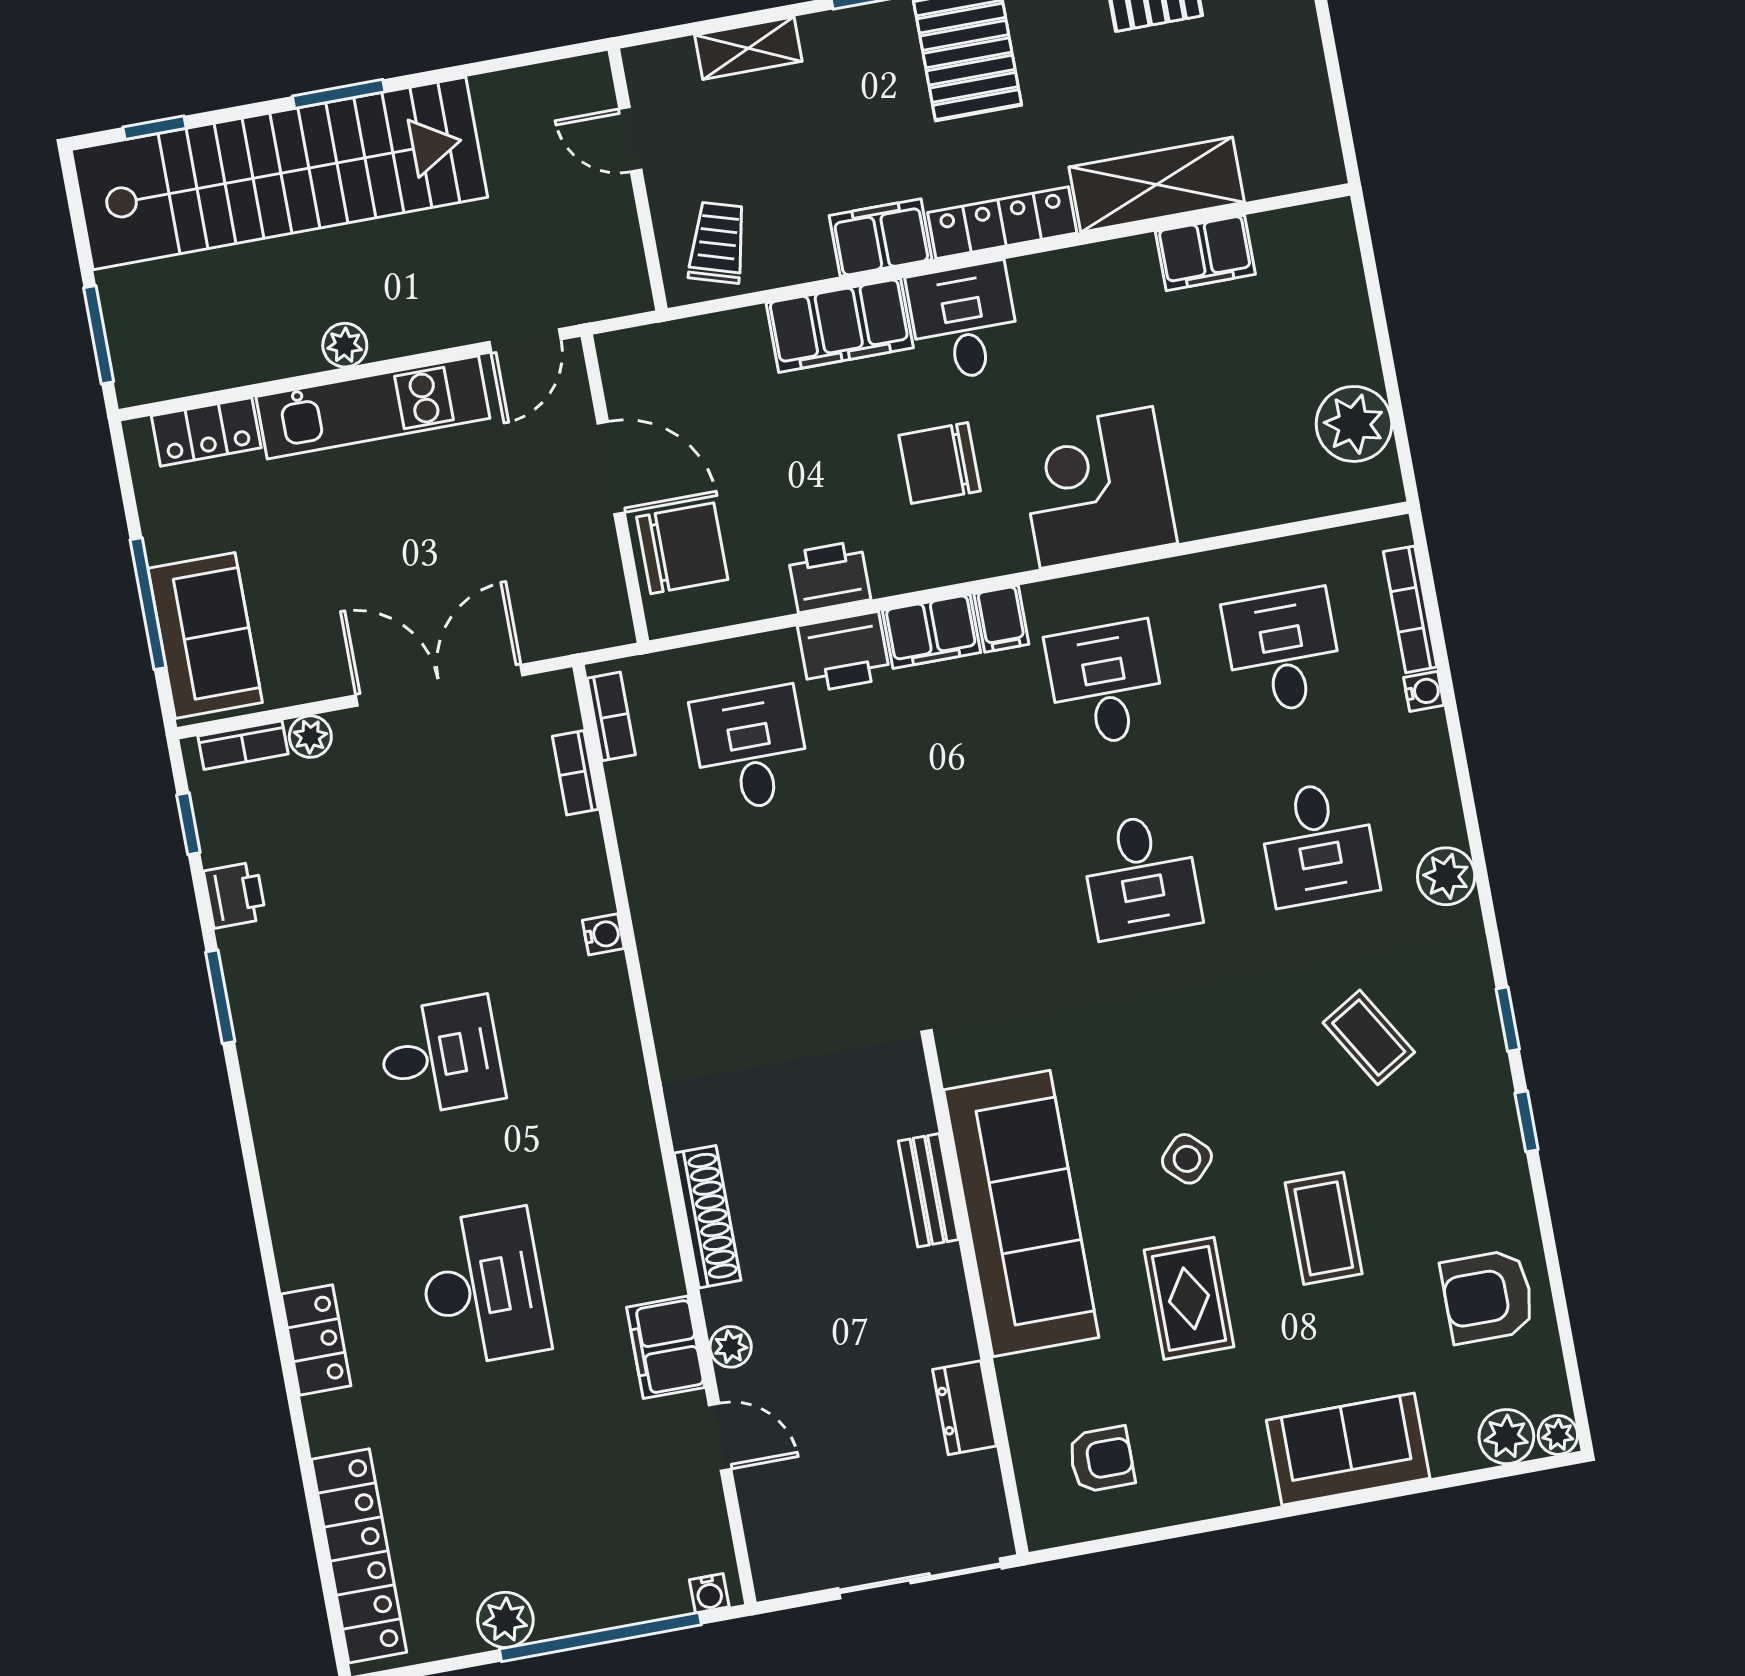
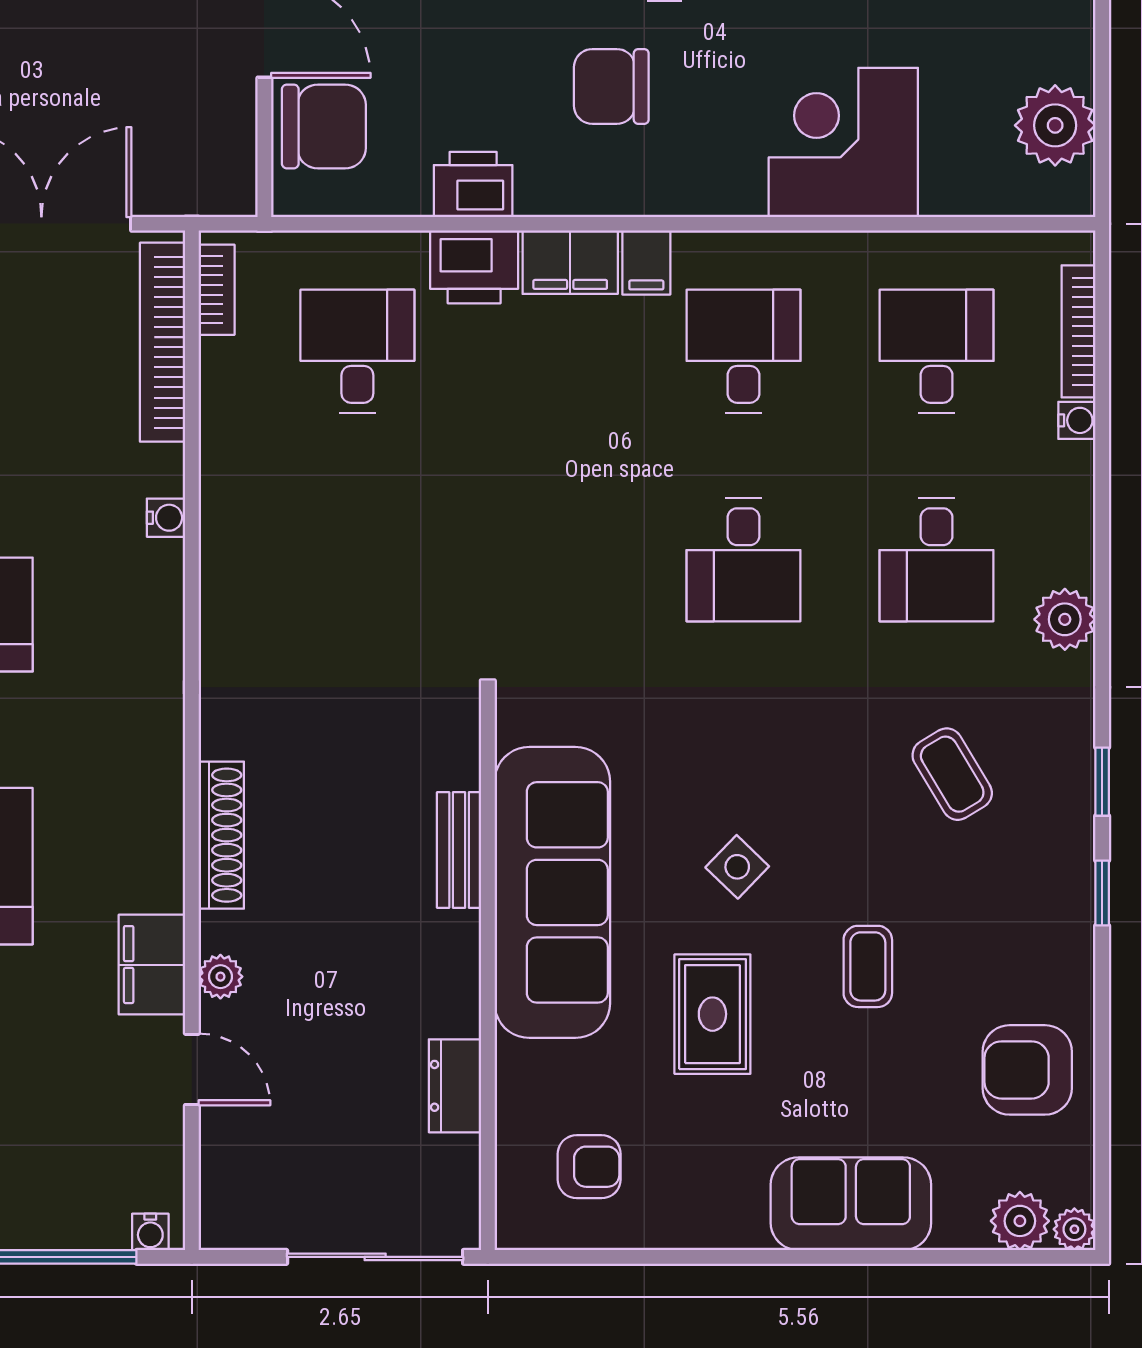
corner desk: (1096, 487) -> (843, 142), moved
bookcase: (575, 773) -> (163, 342), width x2.31, depth x1.31
coffee table: (1324, 1228) -> (868, 966), width x0.73, depth x0.77

